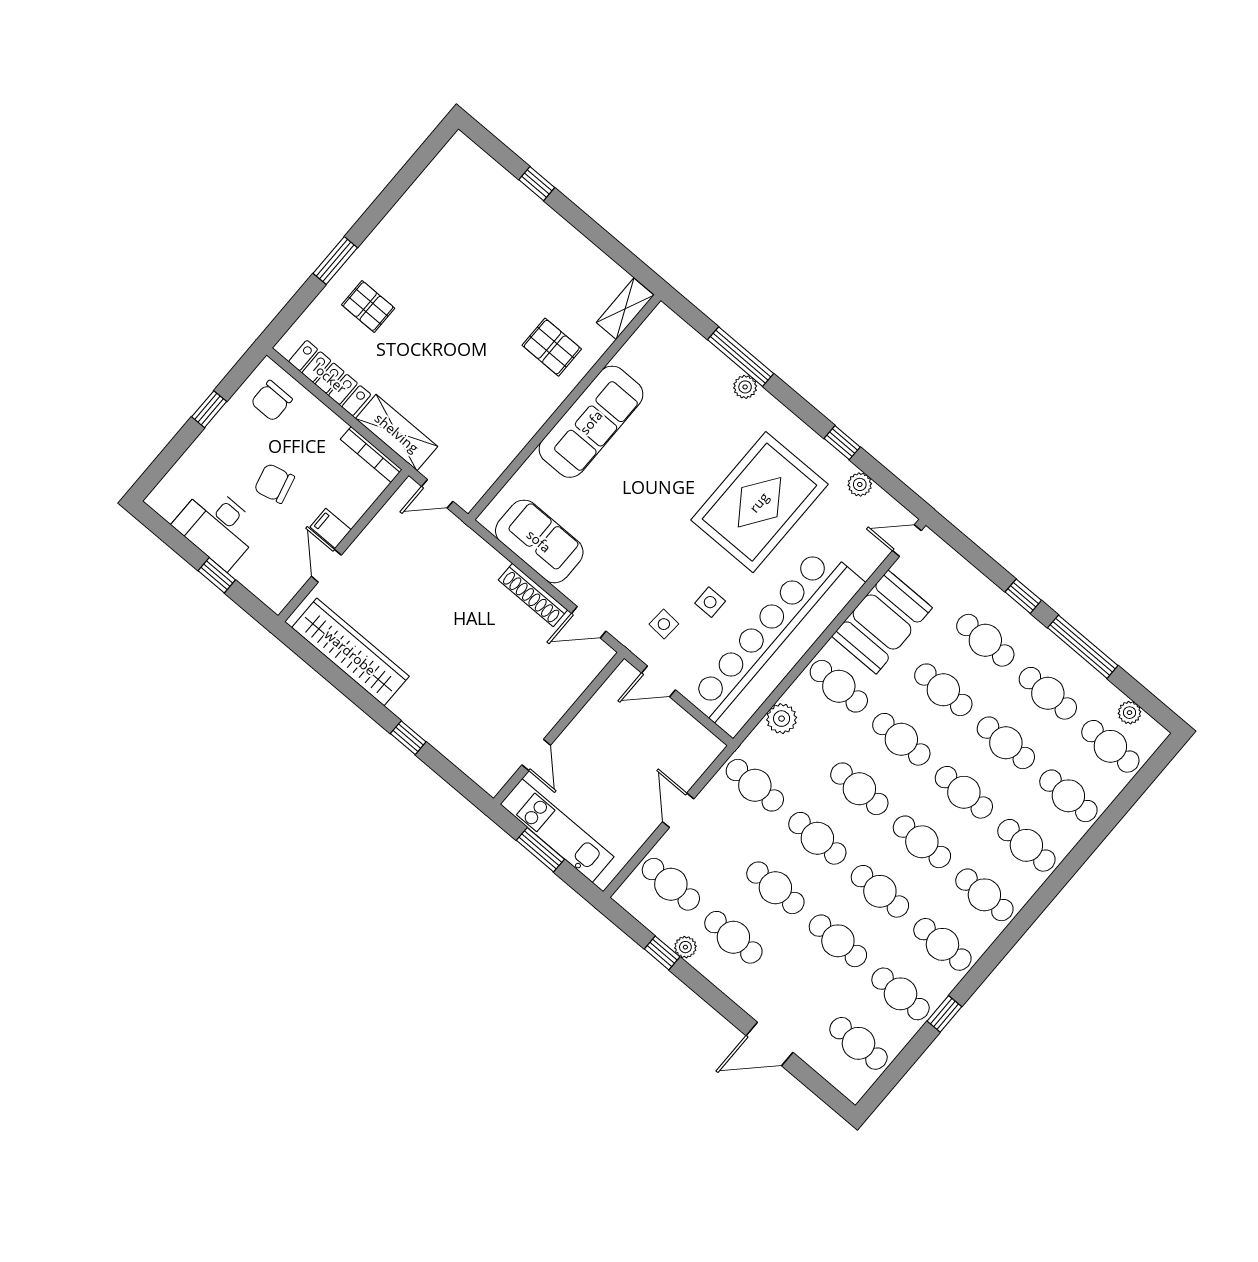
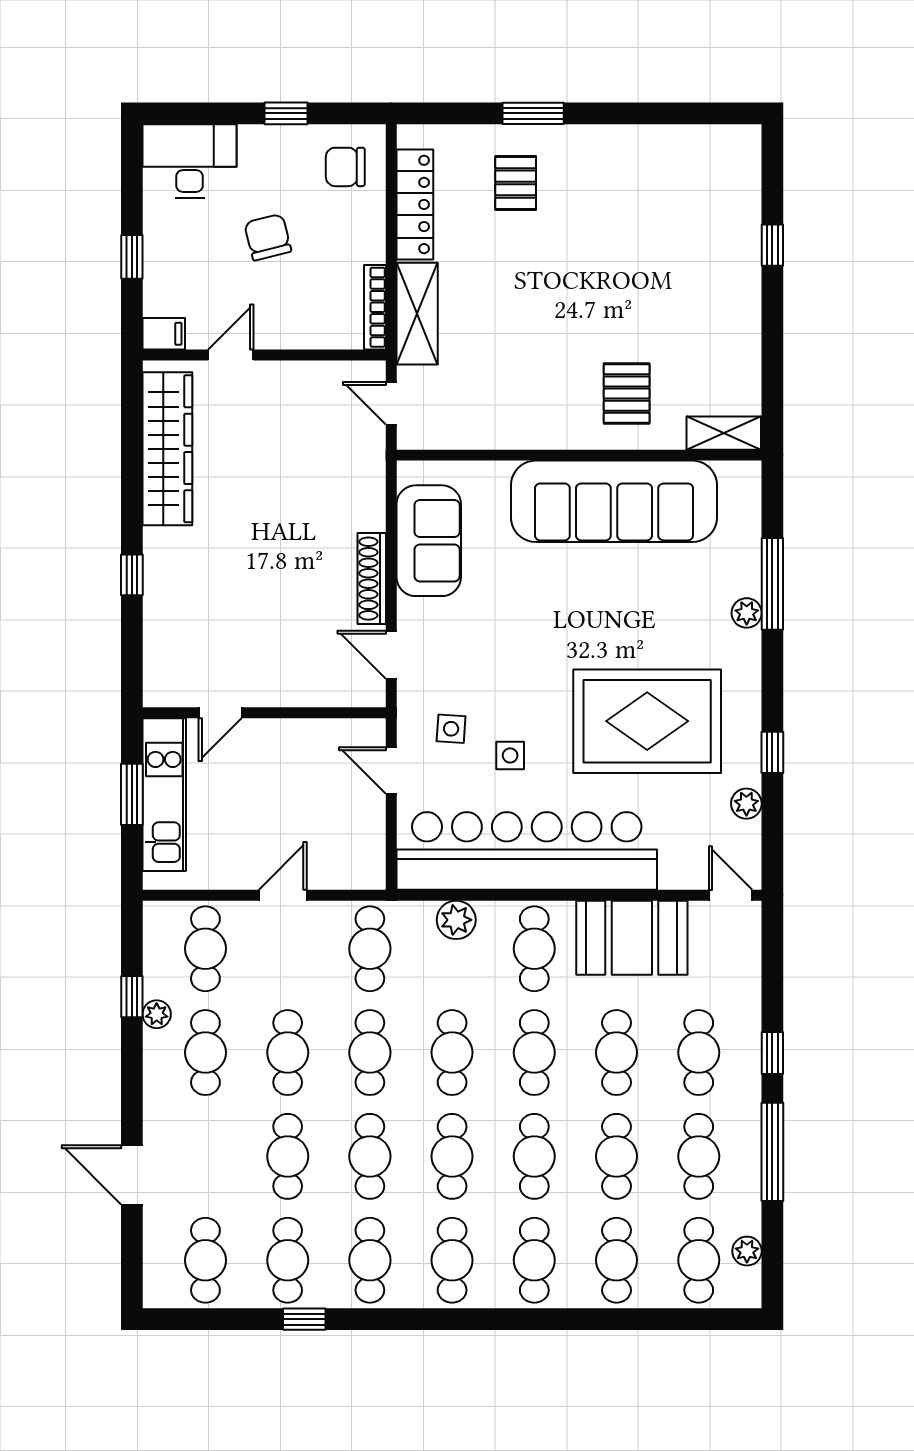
sofa: (591, 422) -> (614, 501), width x1.36, depth x1.27
desk: (218, 527) -> (190, 161), moved, turned 90
filing cabinet: (331, 528) -> (164, 334), moved, turned 90

